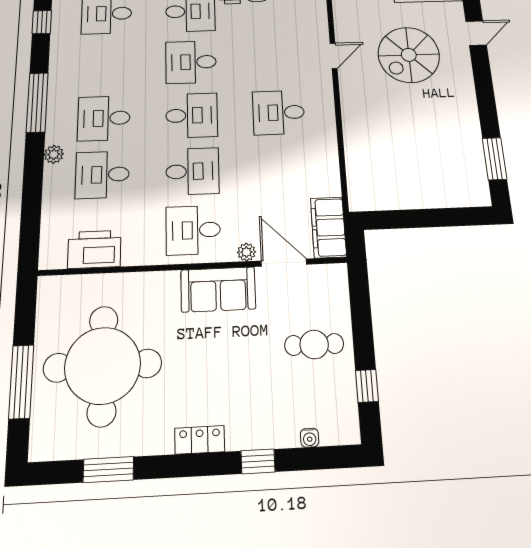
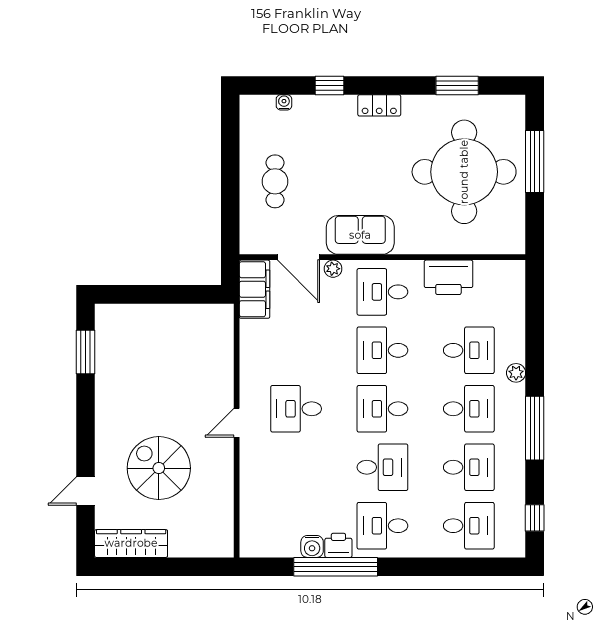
spiral stairs: (409, 55) -> (159, 468), turned -90
door: (334, 56) -> (237, 423), moved
desk: (105, 65) -> (469, 467), added
desk: (279, 112) -> (296, 409), turned 180
desk: (193, 230) -> (382, 292), turned 180
printer: (94, 249) -> (448, 277), moved
cafe table: (314, 344) -> (275, 181), turned 90
window: (367, 386) -> (230, 143), removed

